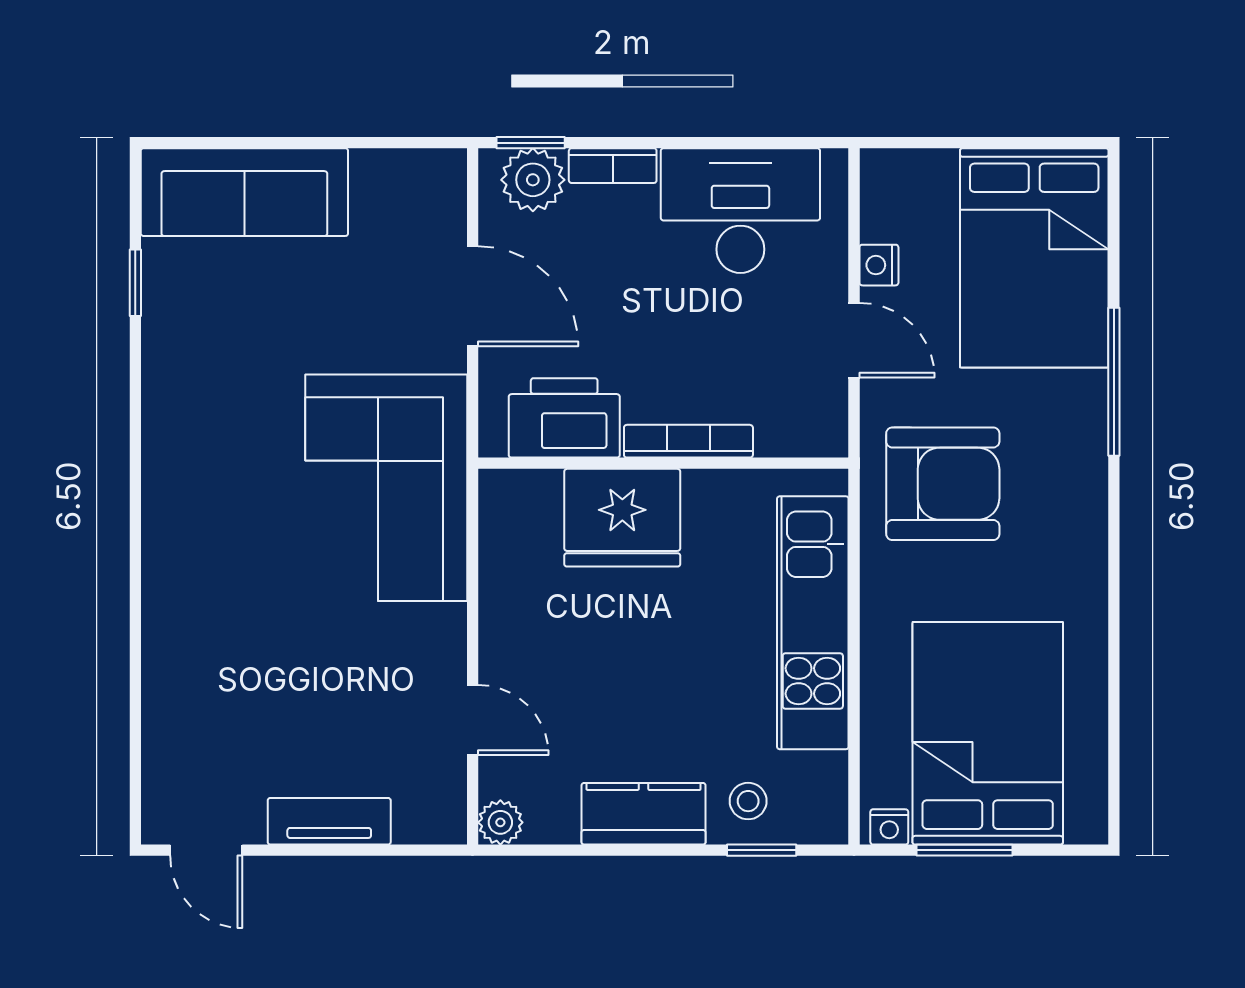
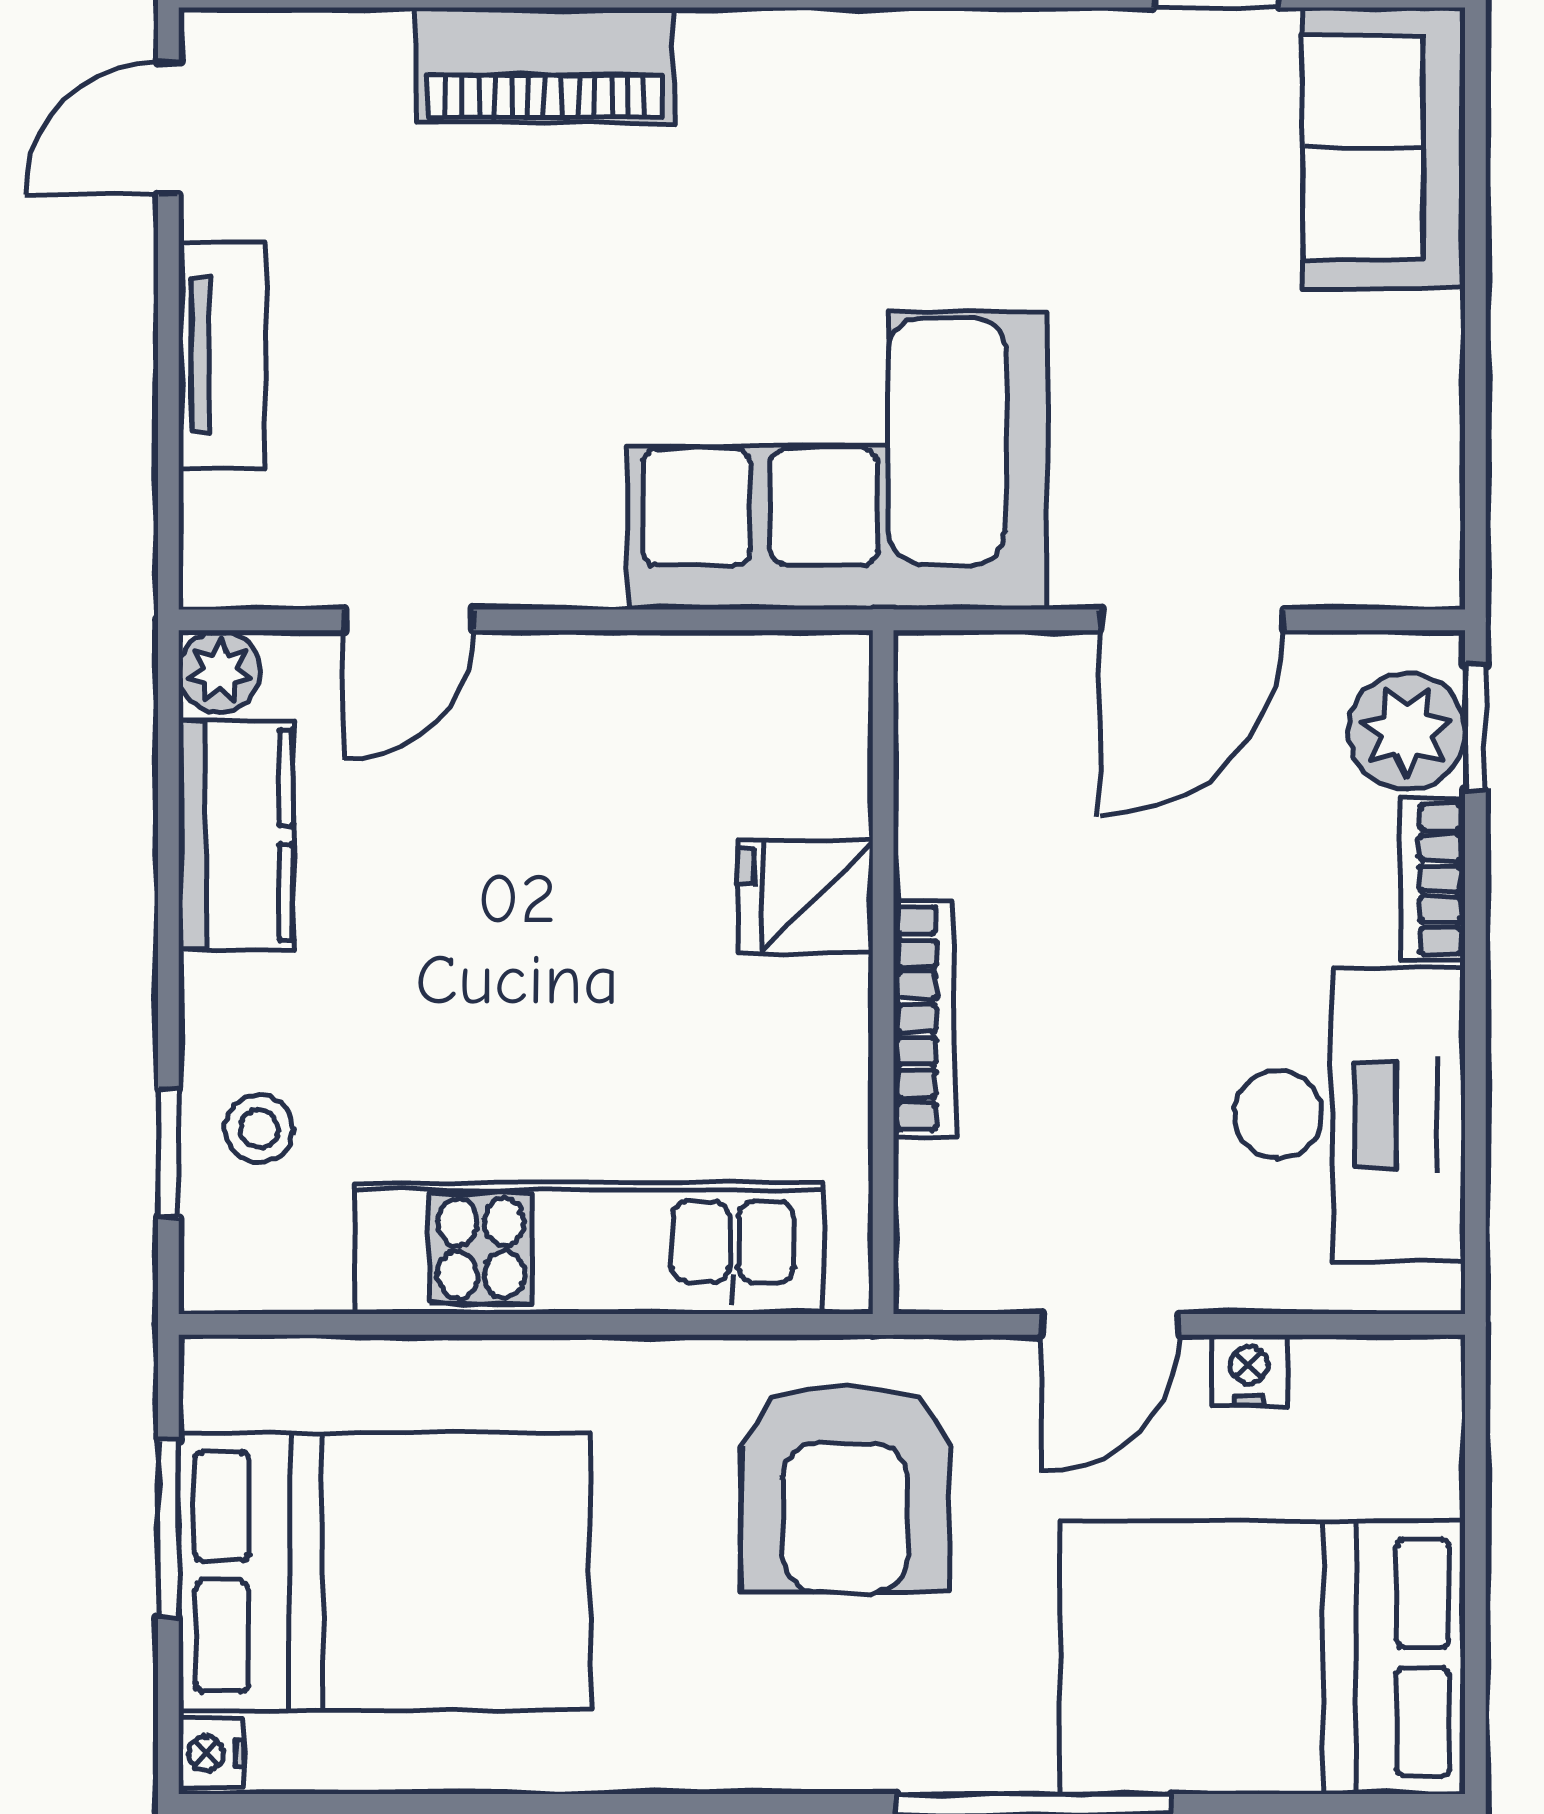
sofa: (244, 192) -> (1384, 148), width x0.73
printer: (564, 418) -> (967, 789), removed
fridge: (622, 518) -> (805, 896), width x0.53, depth x0.75
piano: (172, 646) -> (545, 65), added
kitchen counter: (644, 814) -> (236, 835), moved
nightstand: (889, 827) -> (211, 1753), moved

